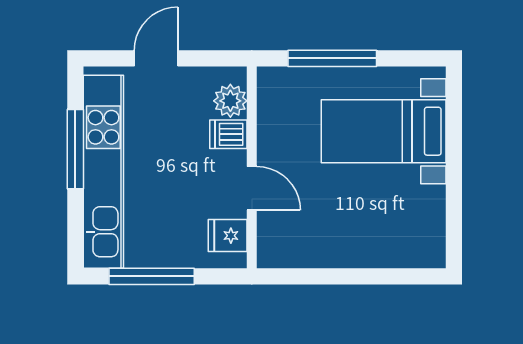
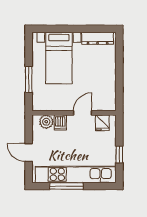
window: (332, 58) -> (29, 79), width x0.69
dresser: (431, 224) -> (98, 38), added
window: (152, 276) -> (119, 154), width x0.46

